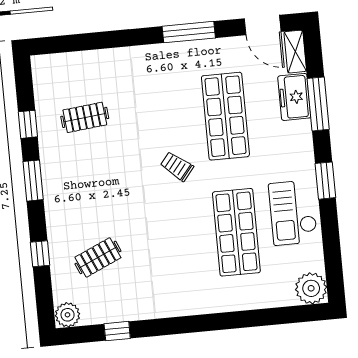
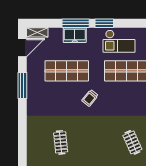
freezer: (294, 97) -> (75, 35), moved
window: (318, 104) -> (76, 23), moved

